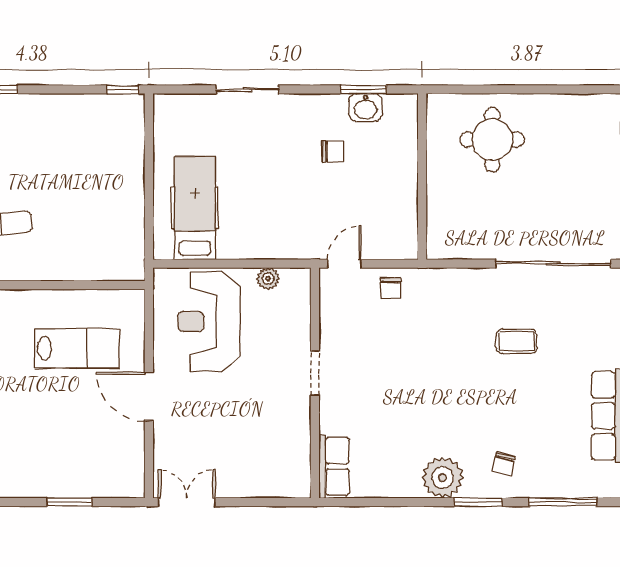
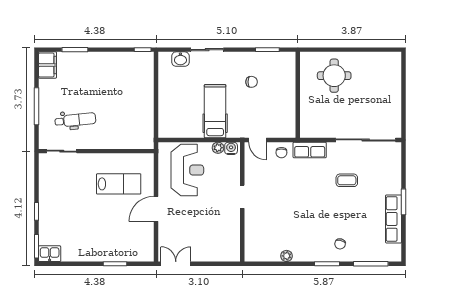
washbasin: (366, 108) -> (180, 59), moved
hospital bed: (195, 208) -> (215, 111), moved
door: (344, 264) -> (257, 140), swing flipped
water cooler: (293, 280) -> (231, 148), added
reception desk: (209, 322) -> (187, 170), turned 180
door: (149, 396) -> (156, 209), hinge flipped
row of seats: (334, 466) -> (310, 150), moved, turned 90
plant: (443, 478) -> (287, 256), moved, width x0.53, depth x0.53

